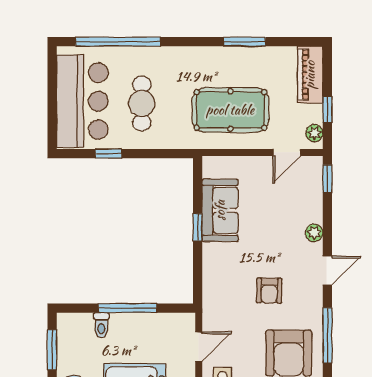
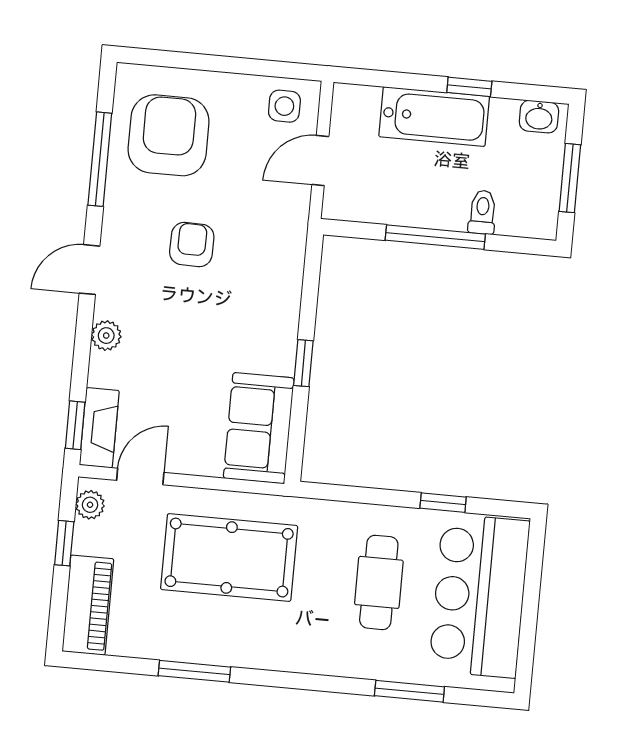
window: (118, 42) -> (409, 691), width x0.47
fireplace: (313, 179) -> (99, 428), added
sofa: (220, 210) -> (259, 428), moved

